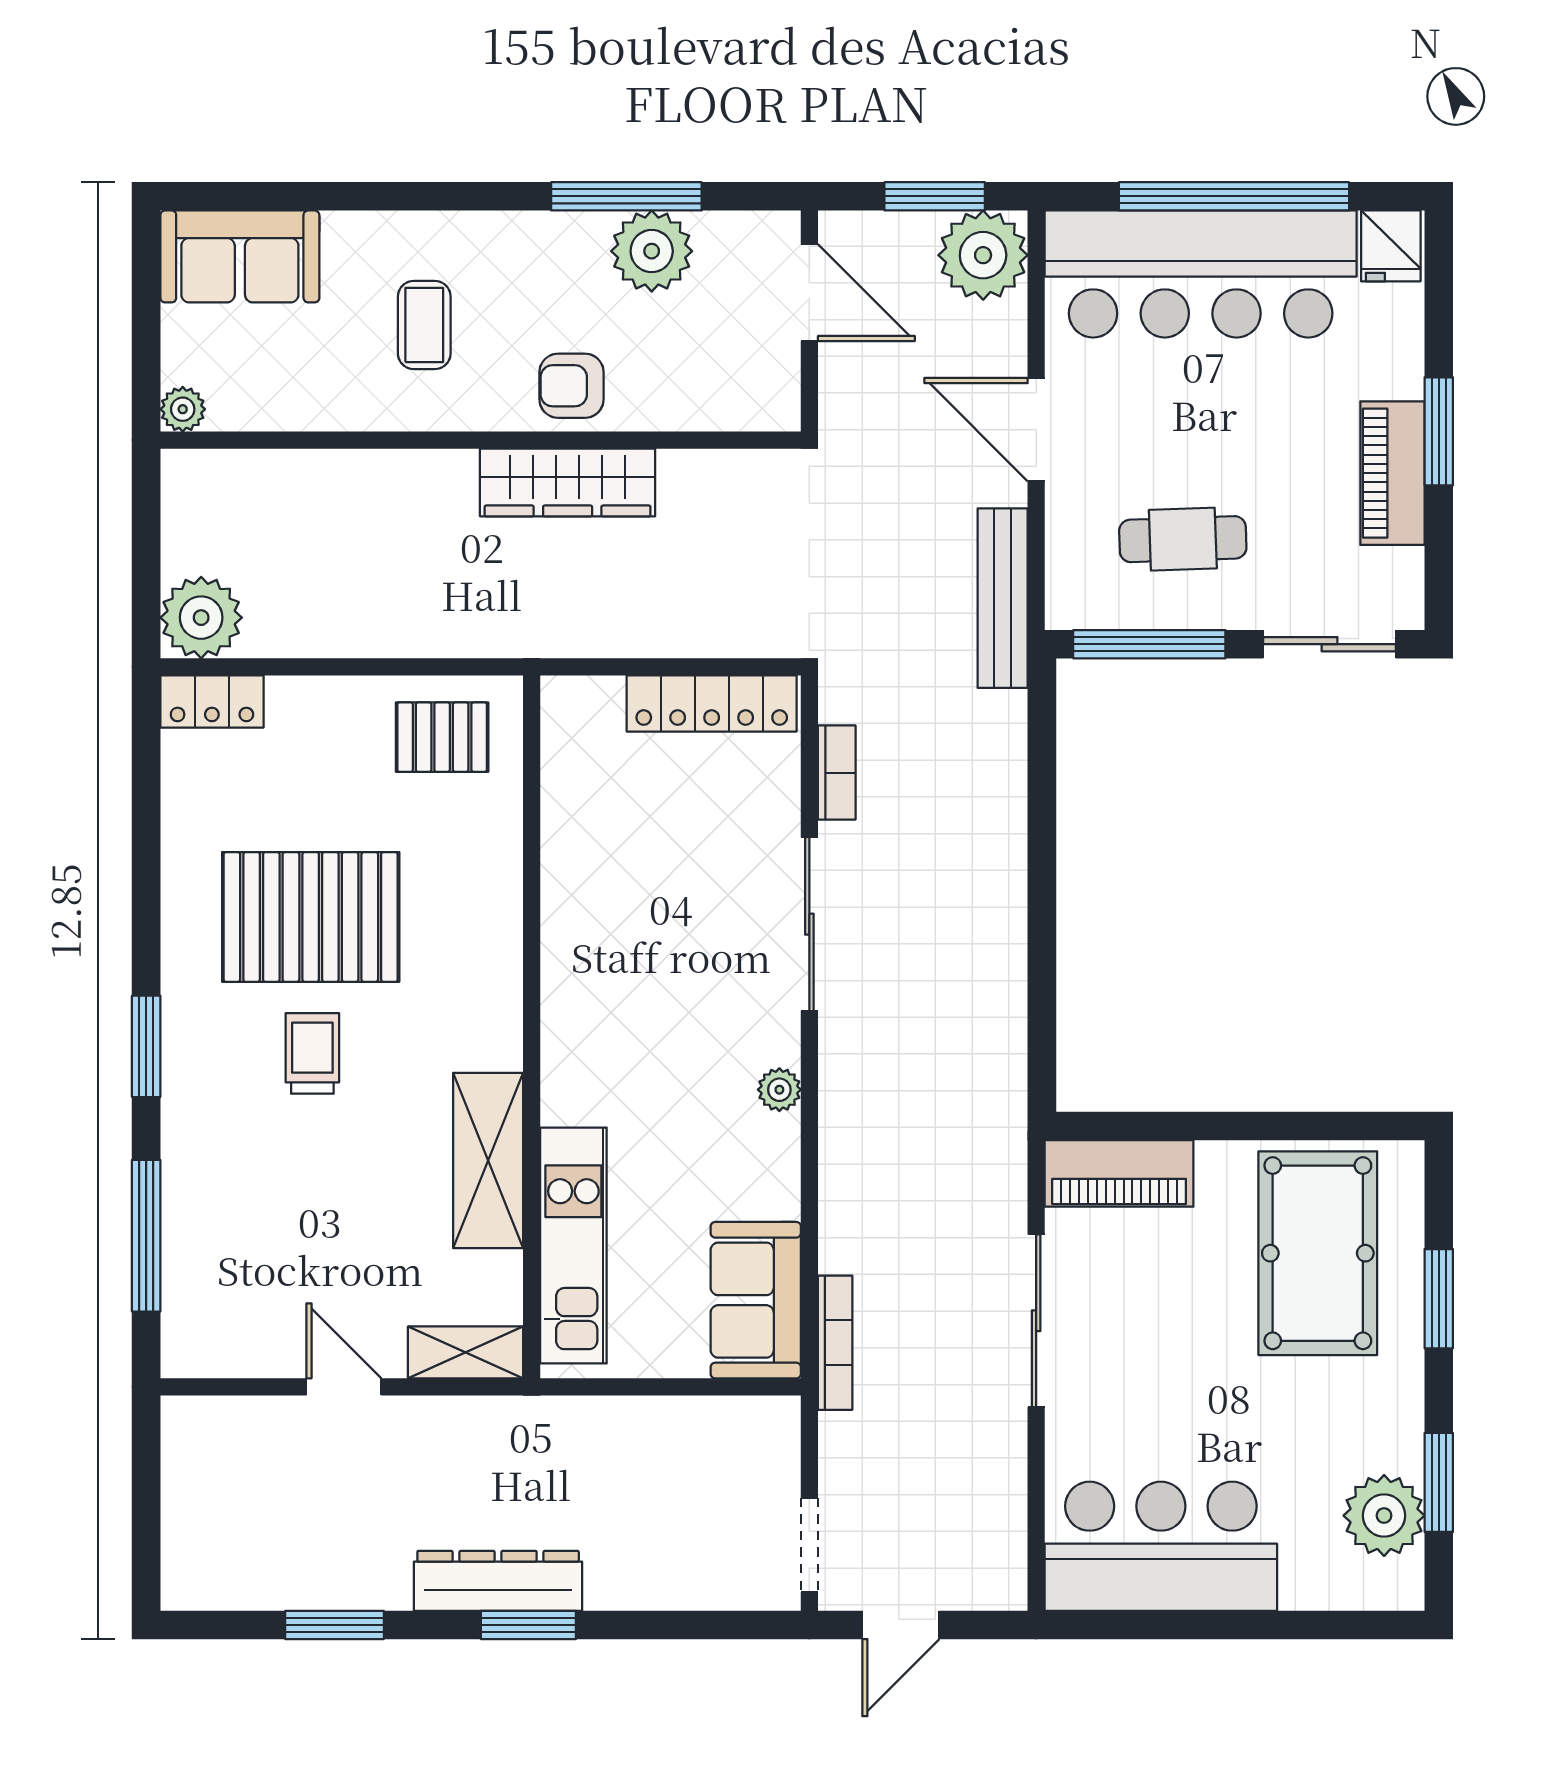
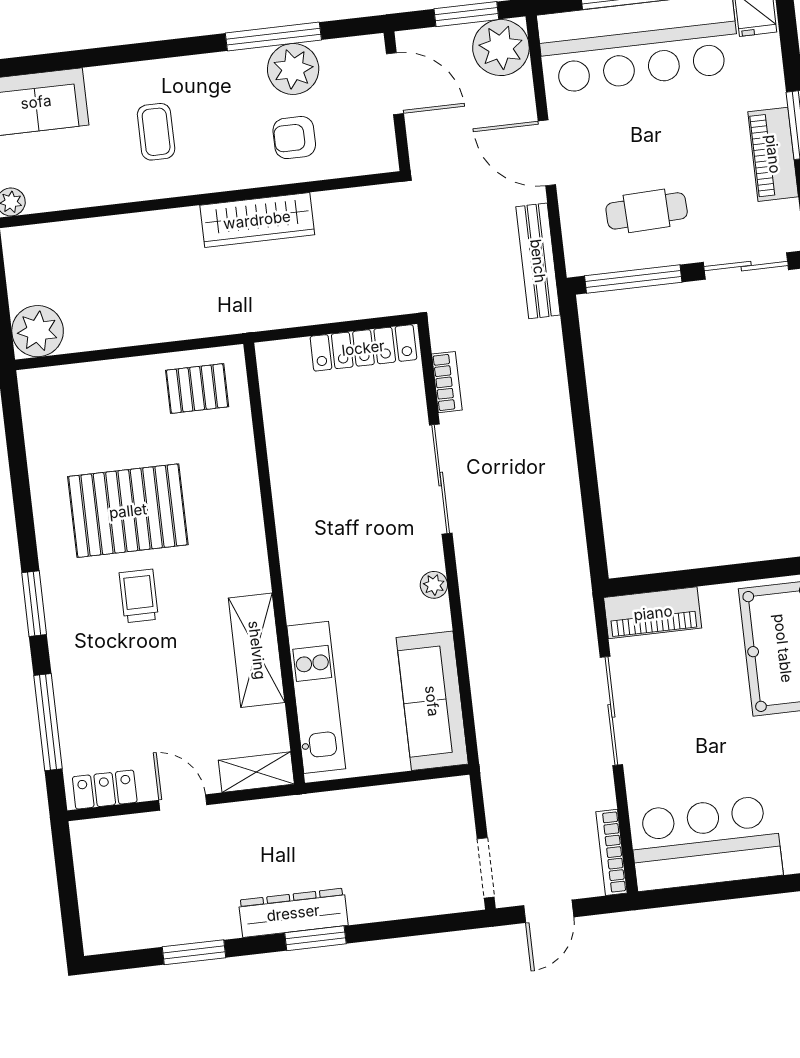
armchair: (572, 386) -> (294, 138), moved
locker: (212, 701) -> (105, 790), moved, turned 180
sofa: (756, 1300) -> (432, 701), width x1.36
bookcase: (835, 1343) -> (611, 852), moved, turned 180

